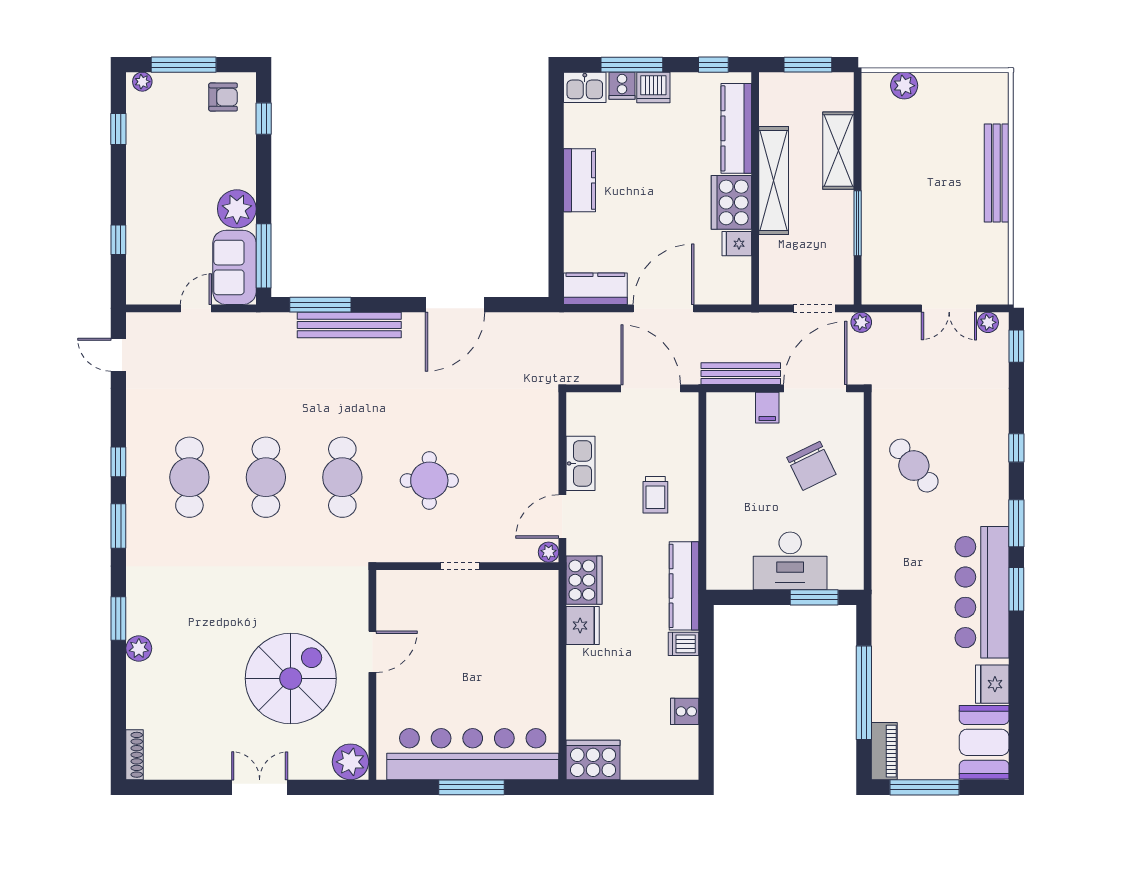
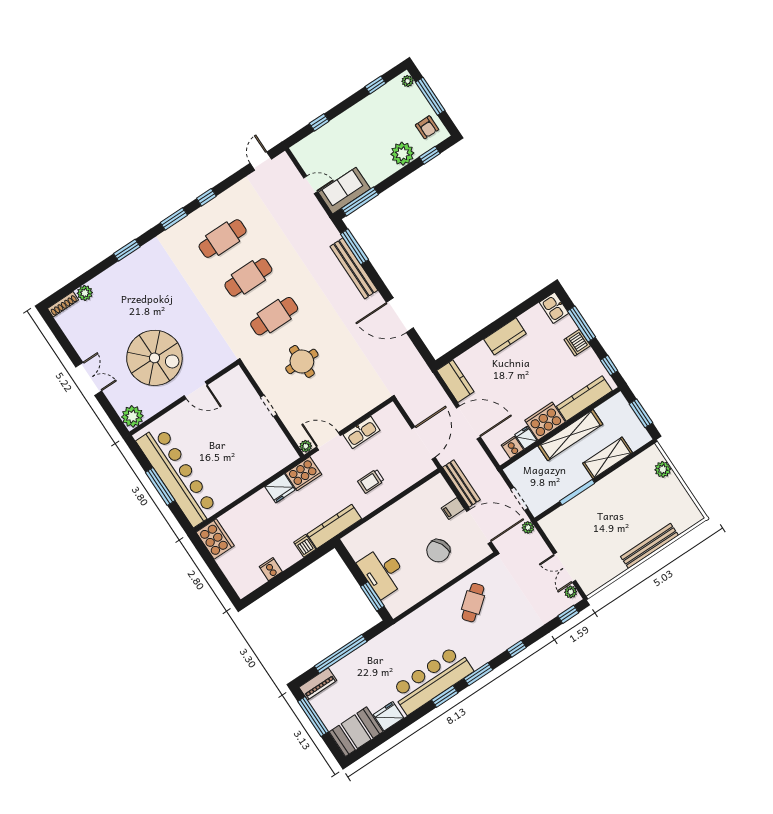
cooker: (622, 86) -> (512, 447), moved, turned 90
plant: (237, 209) -> (402, 154), moved
plant: (139, 648) -> (85, 293), moved

